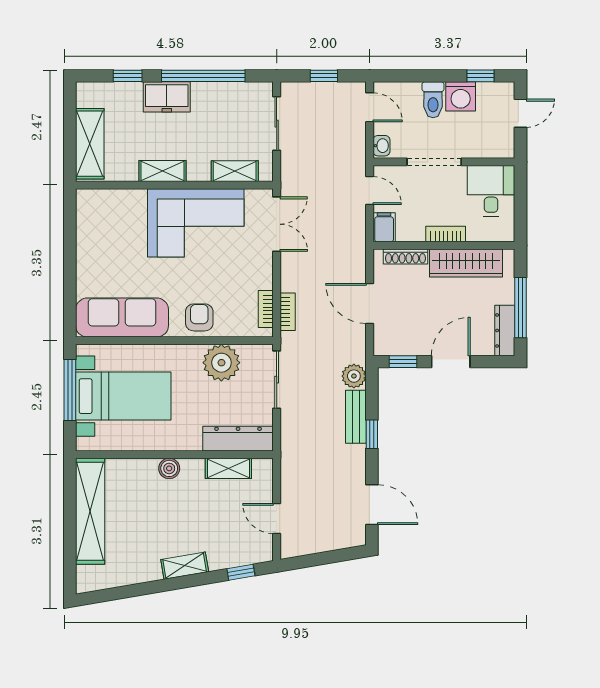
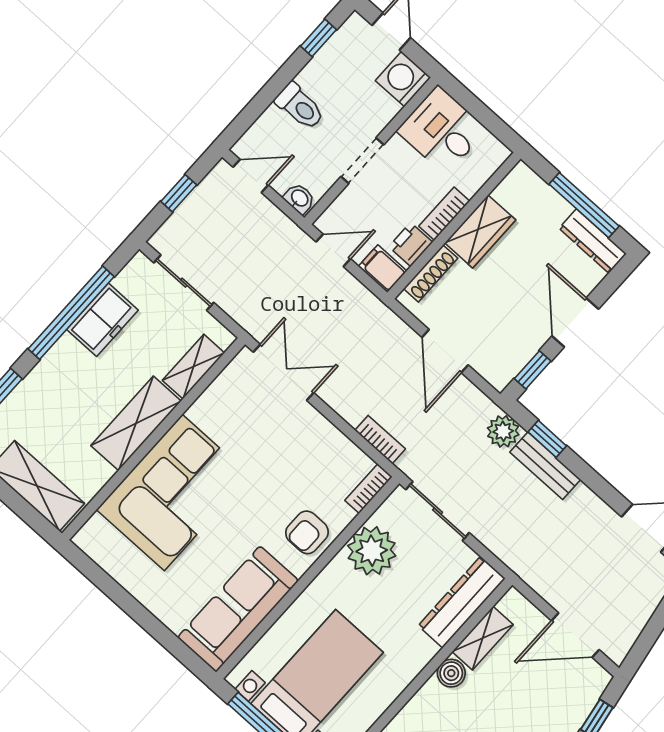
washing machine: (461, 96) -> (403, 79), moved, turned 180
freezer: (167, 97) -> (102, 320), moved
doorway: (434, 162) -> (362, 161), width x0.73
shelving: (163, 171) -> (136, 423), width x1.50, depth x1.33
corner sofa: (196, 223) -> (173, 492), moved
printer: (412, 231) -> (411, 244), added
wardrobe: (466, 263) -> (480, 231), width x0.67
door: (370, 303) -> (445, 351), hinge flipped
bookcase: (266, 309) -> (369, 489), moved, turned 90
armchair: (199, 317) -> (307, 532), turned -90
window: (372, 434) -> (547, 439), moved
boiler: (169, 468) -> (451, 673), moved
door: (277, 519) -> (575, 635), width x1.38

